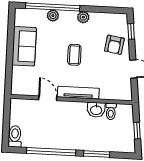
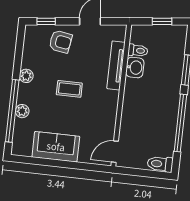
tv unit: (78, 93) -> (116, 65), moved
door: (48, 98) -> (115, 152), moved

